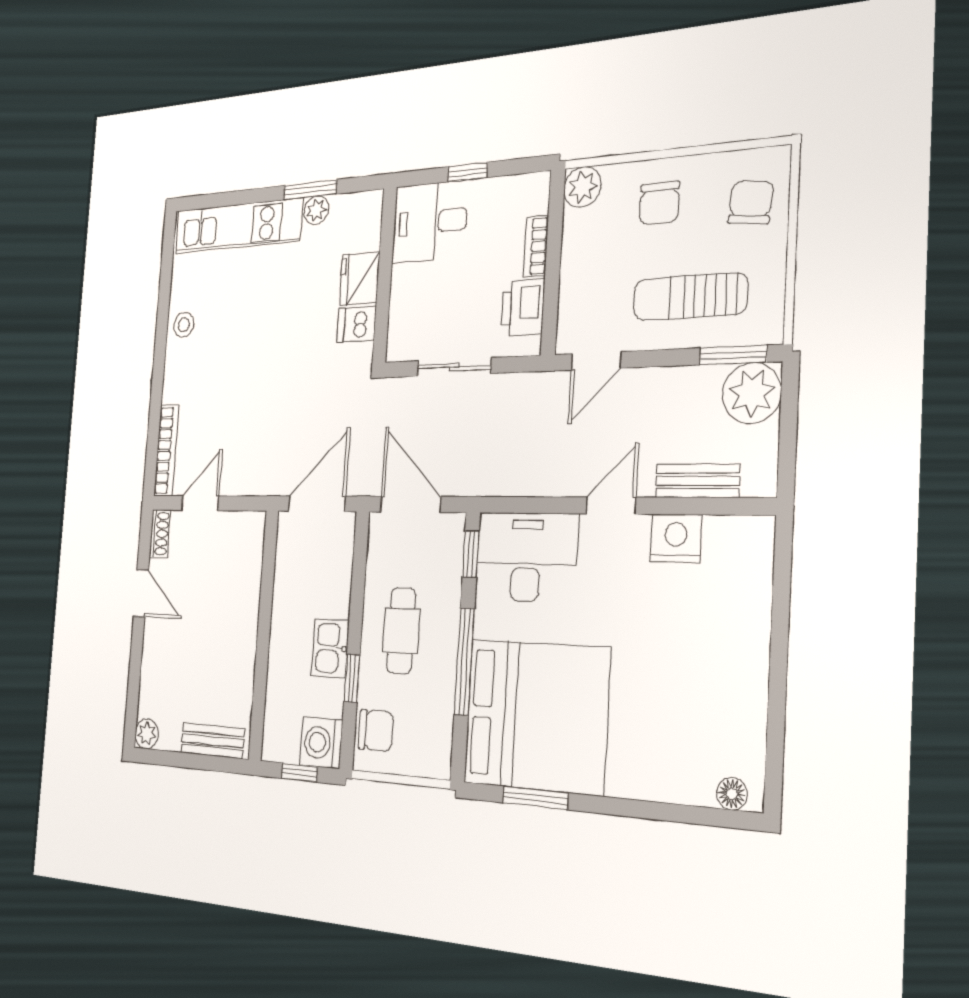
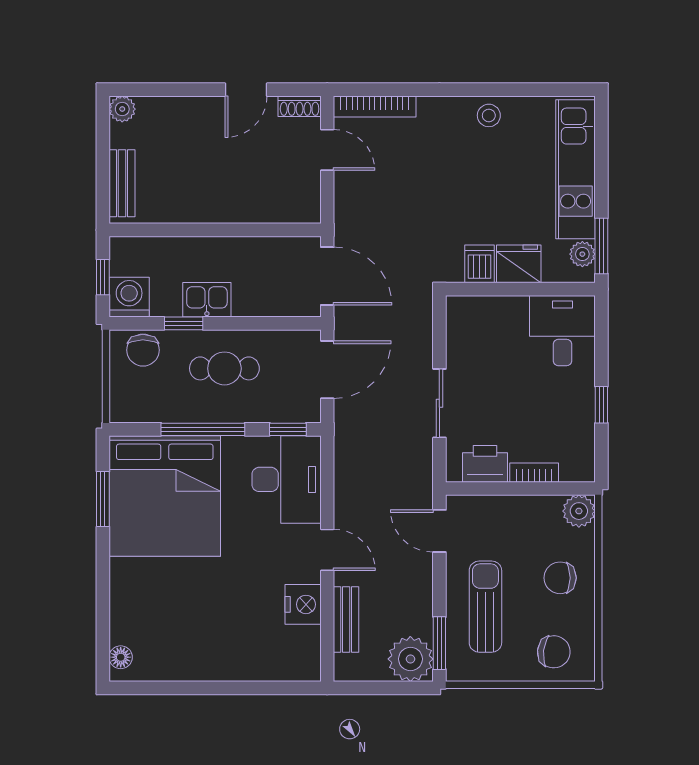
desk: (430, 222) -> (562, 331), moved
wall: (385, 275) -> (520, 289), moved
fridge: (360, 279) -> (519, 264), moved
dishwasher: (357, 324) -> (480, 264), moved

